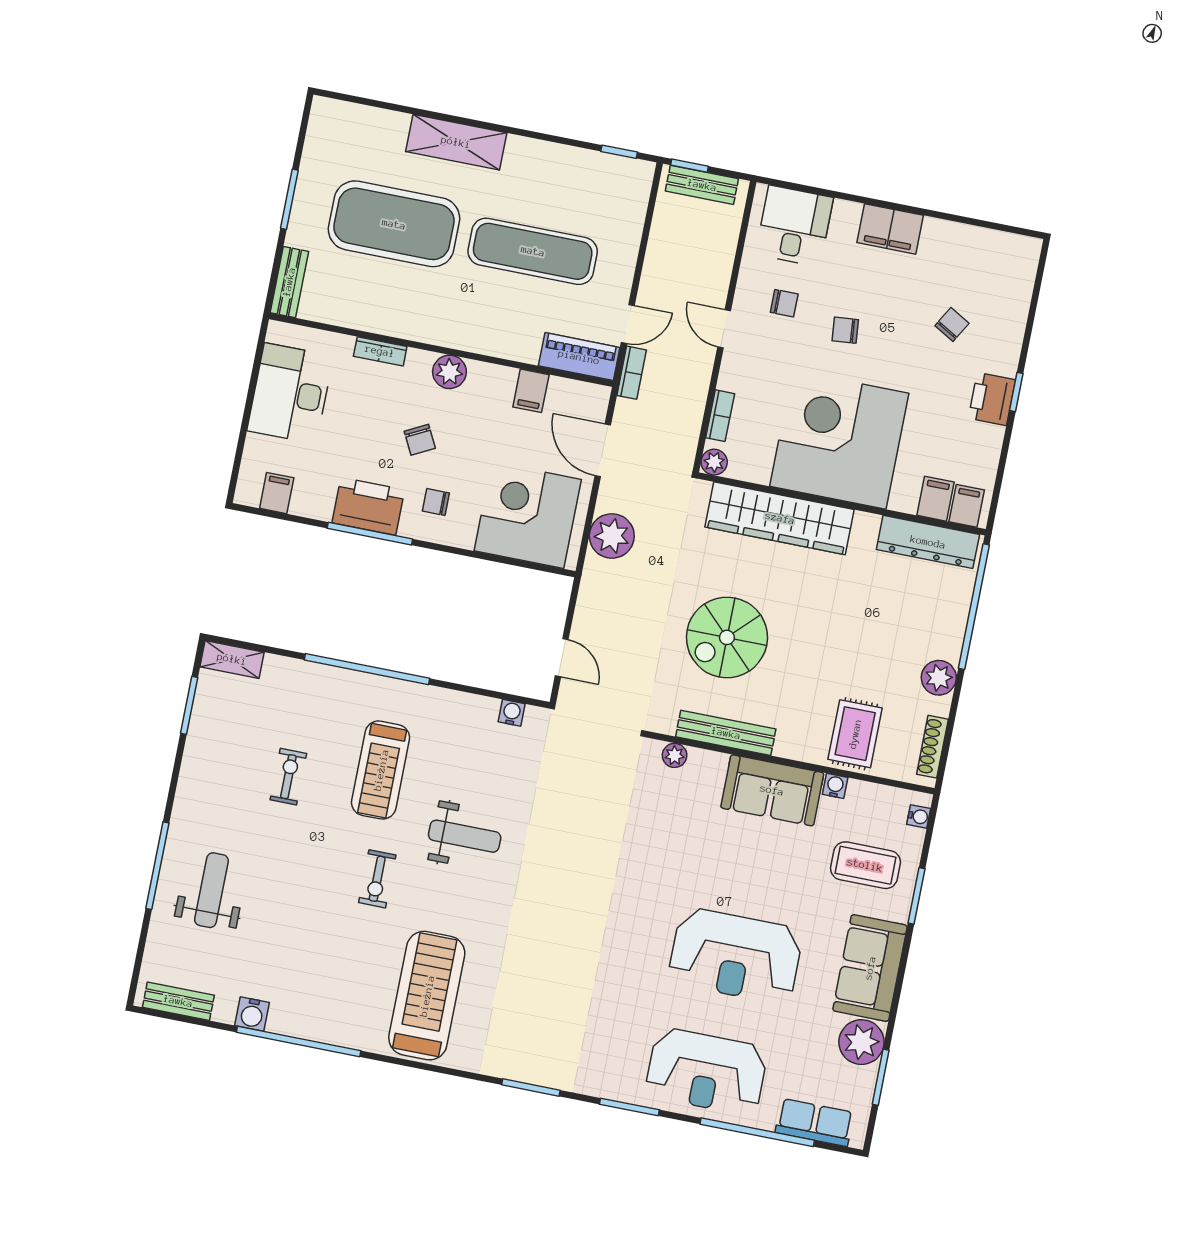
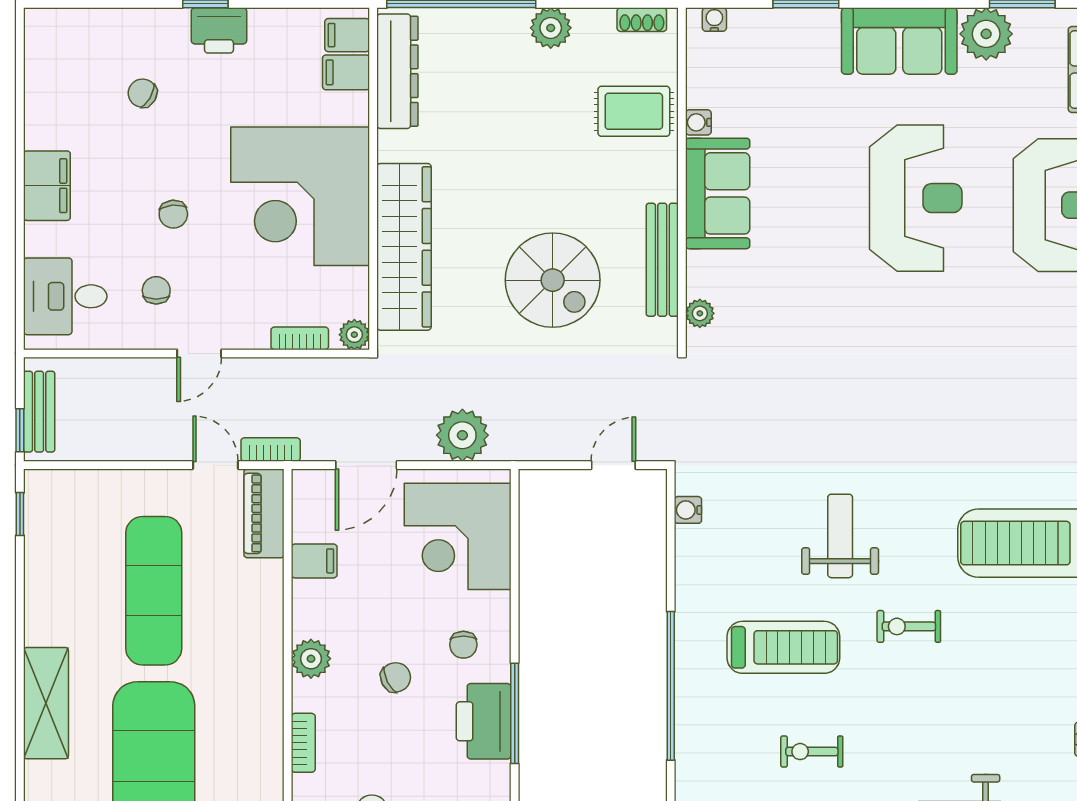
shoe rack: (932, 747) -> (642, 20), width x0.70
coffee table: (865, 865) -> (782, 69), removed
exercise bike: (377, 879) -> (909, 626), turned 180

